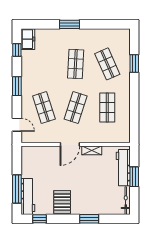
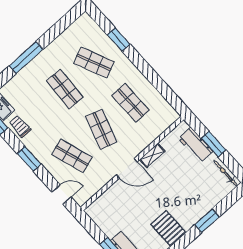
window: (70, 24) -> (26, 58), width x1.44
trolley: (29, 62) -> (20, 126), added
door: (70, 144) -> (127, 168), hinge flipped
workbench: (123, 168) -> (196, 145), width x0.73

